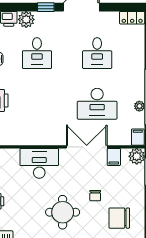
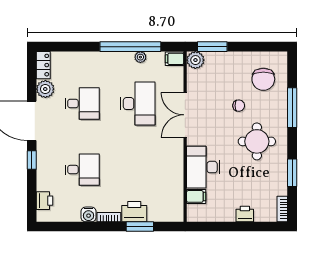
plant: (26, 19) -> (45, 89), moved
filing cabinet: (114, 157) -> (196, 196), moved

